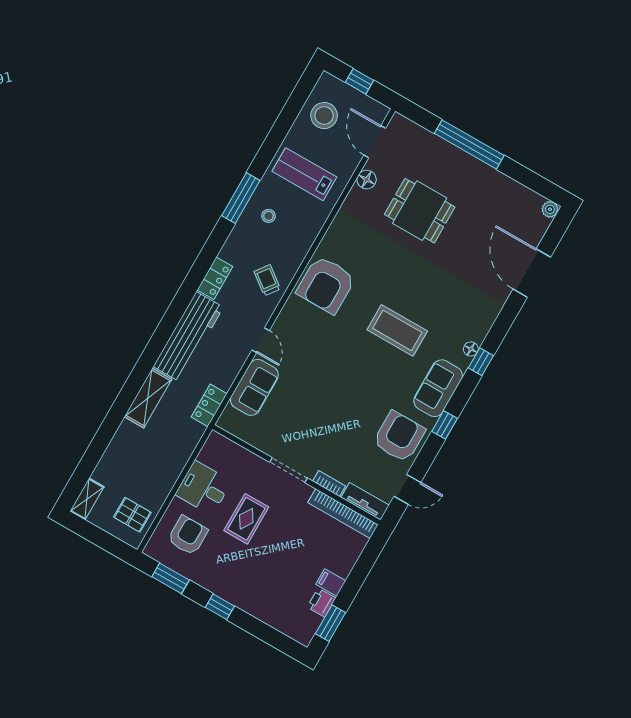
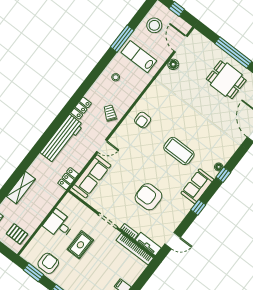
window: (241, 198) -> (122, 39), moved
dining table: (420, 211) -> (226, 80), moved
armchair: (326, 285) -> (143, 120), width x0.53, depth x0.53
door: (261, 340) -> (102, 146), hinge flipped
sofa: (254, 387) -> (91, 176), width x1.36
shelving: (148, 398) -> (21, 188), moved
armchair: (399, 437) -> (148, 197), moved, turned -90
armchair: (188, 535) -> (48, 263), moved

